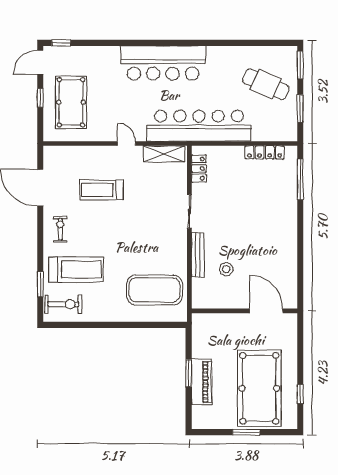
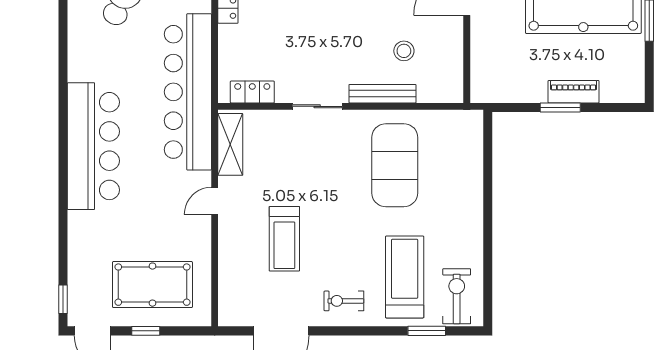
exercise mat: (155, 290) -> (395, 165), moved
piano: (202, 382) -> (574, 92), width x0.73, depth x0.75

